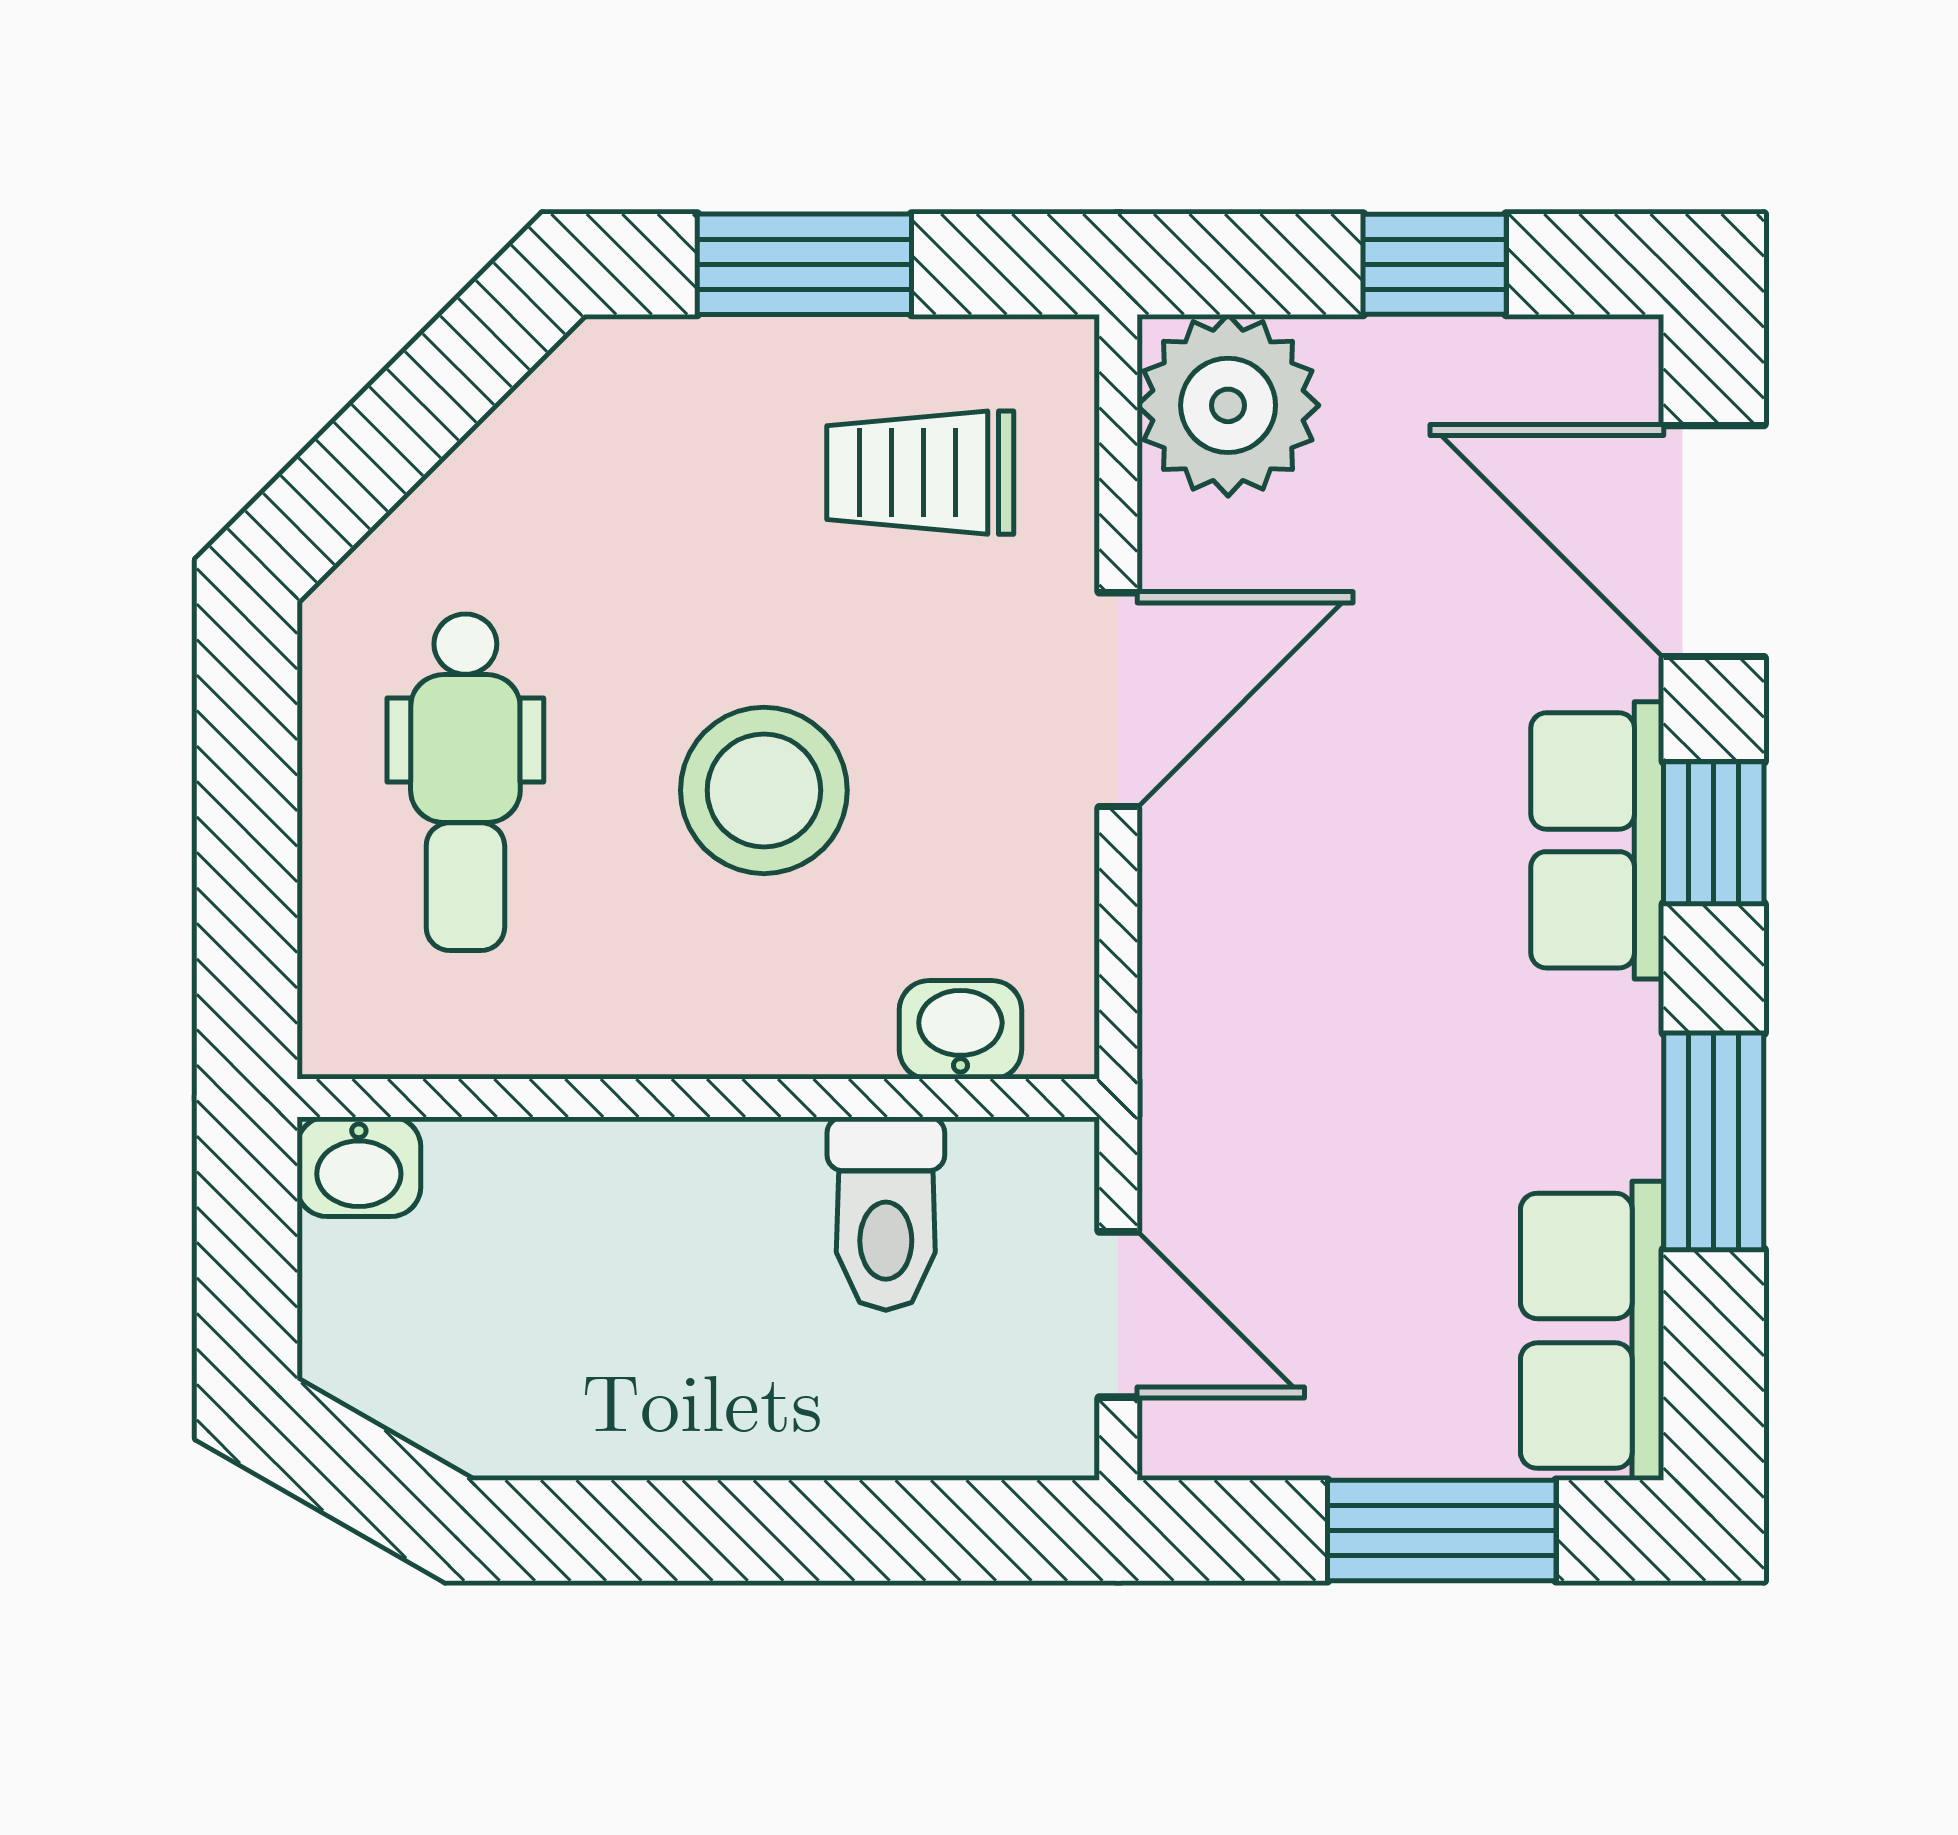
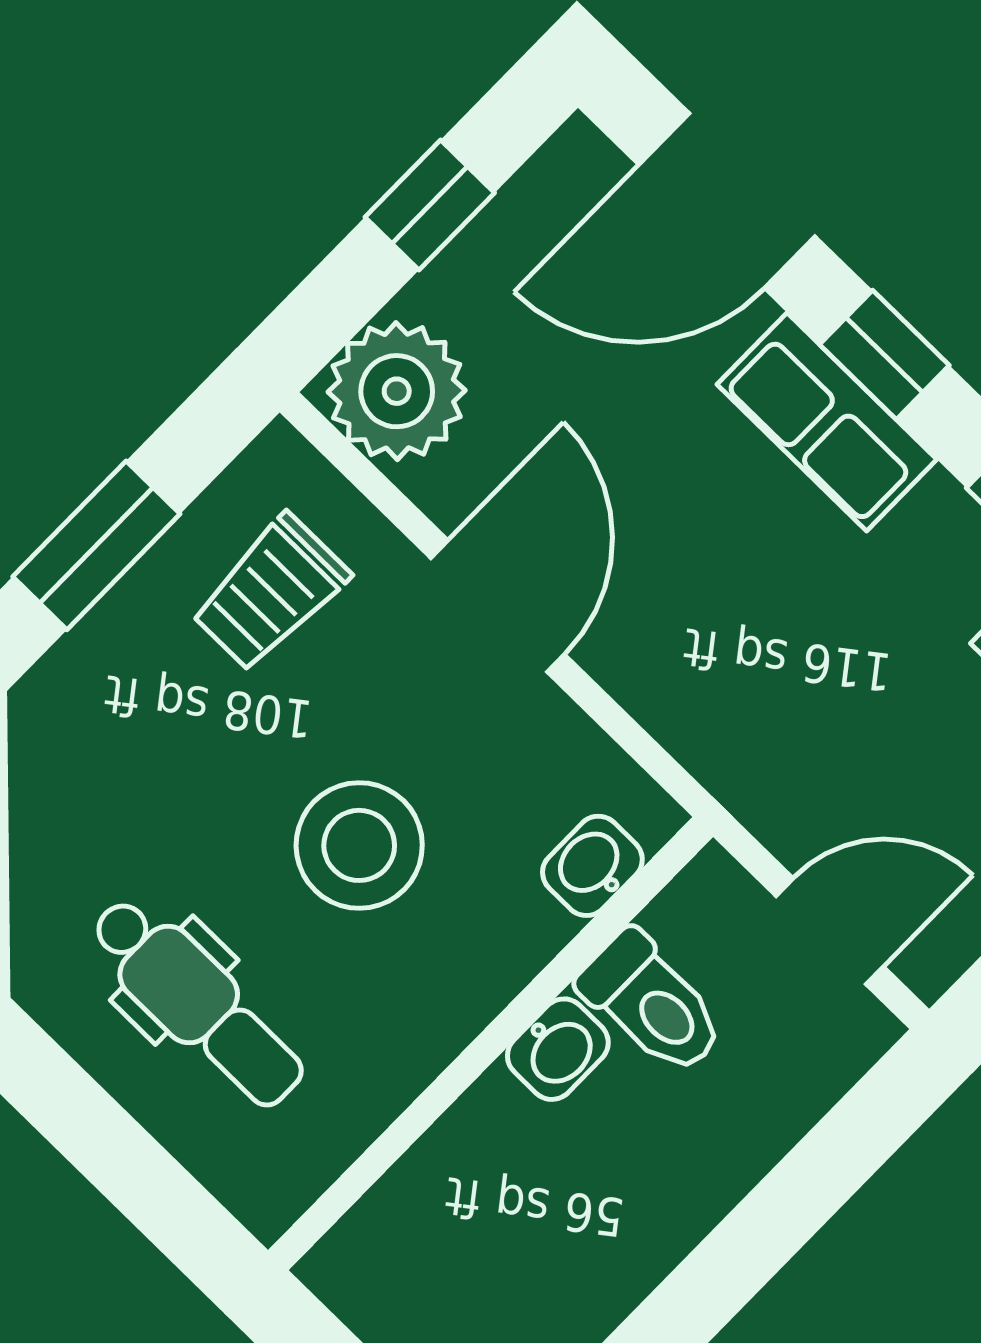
washbasin: (359, 1167) -> (558, 1049), moved

